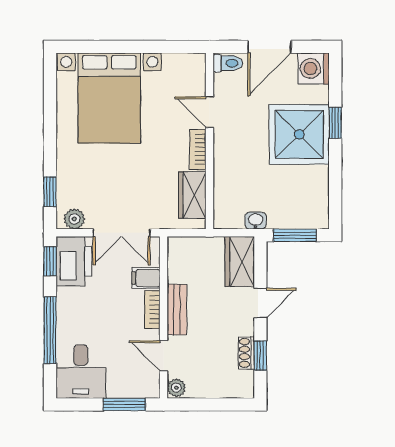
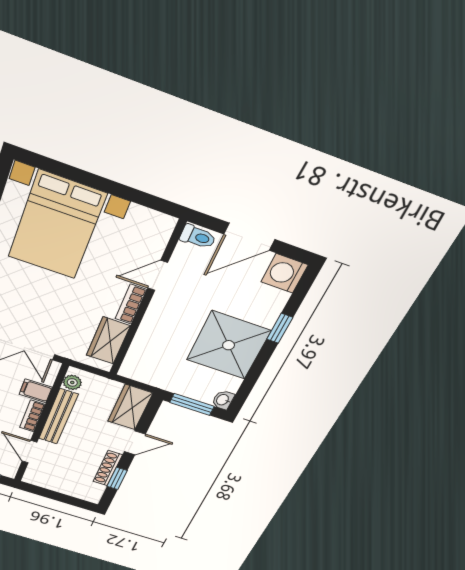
door: (210, 112) -> (158, 275), hinge flipped
shower: (299, 134) -> (229, 345), moved
washbasin: (256, 221) -> (223, 400), moved, turned -90
bench: (177, 310) -> (58, 417), width x1.36
shoe rack: (246, 353) -> (108, 468), width x1.43
plant: (176, 388) -> (72, 382), moved

